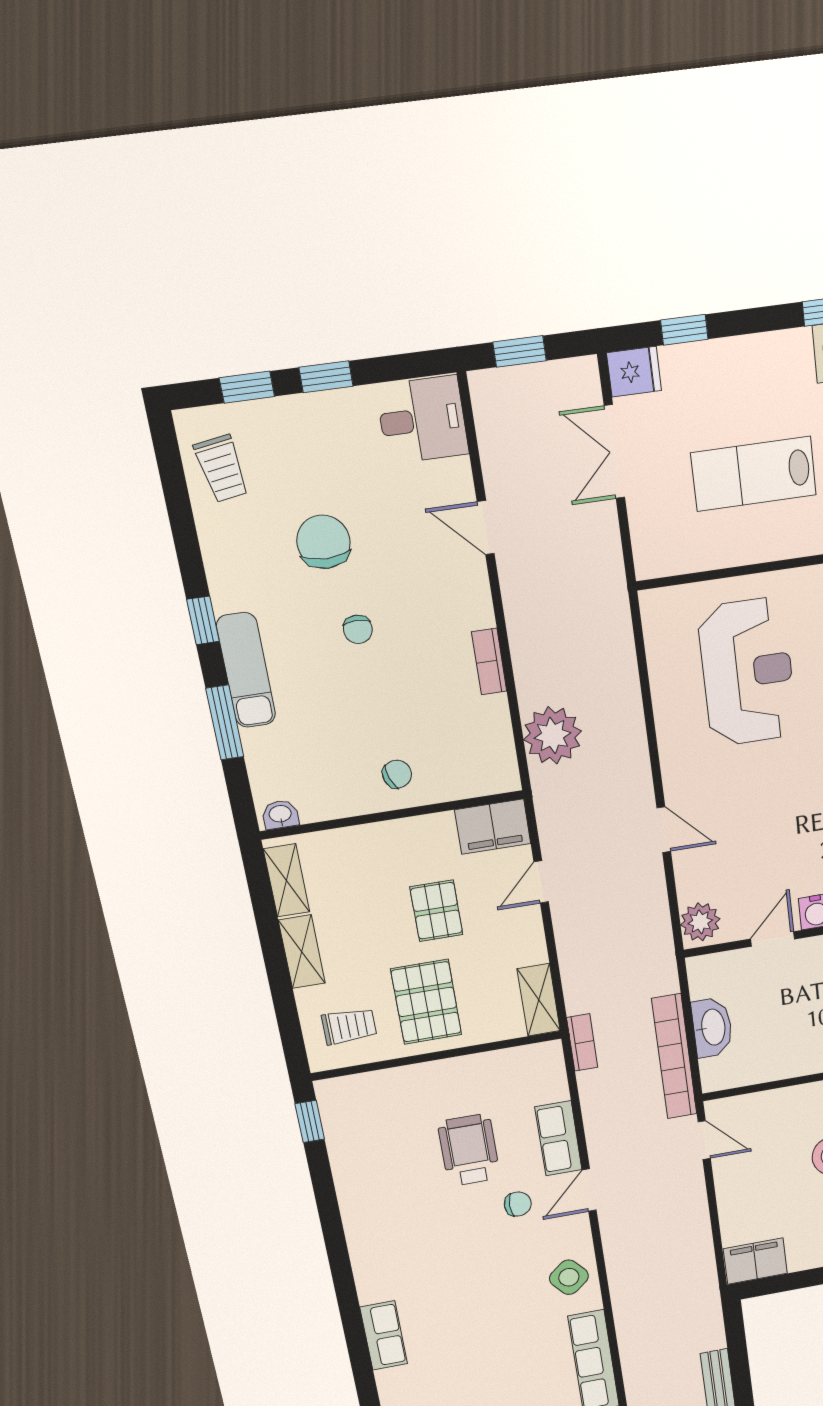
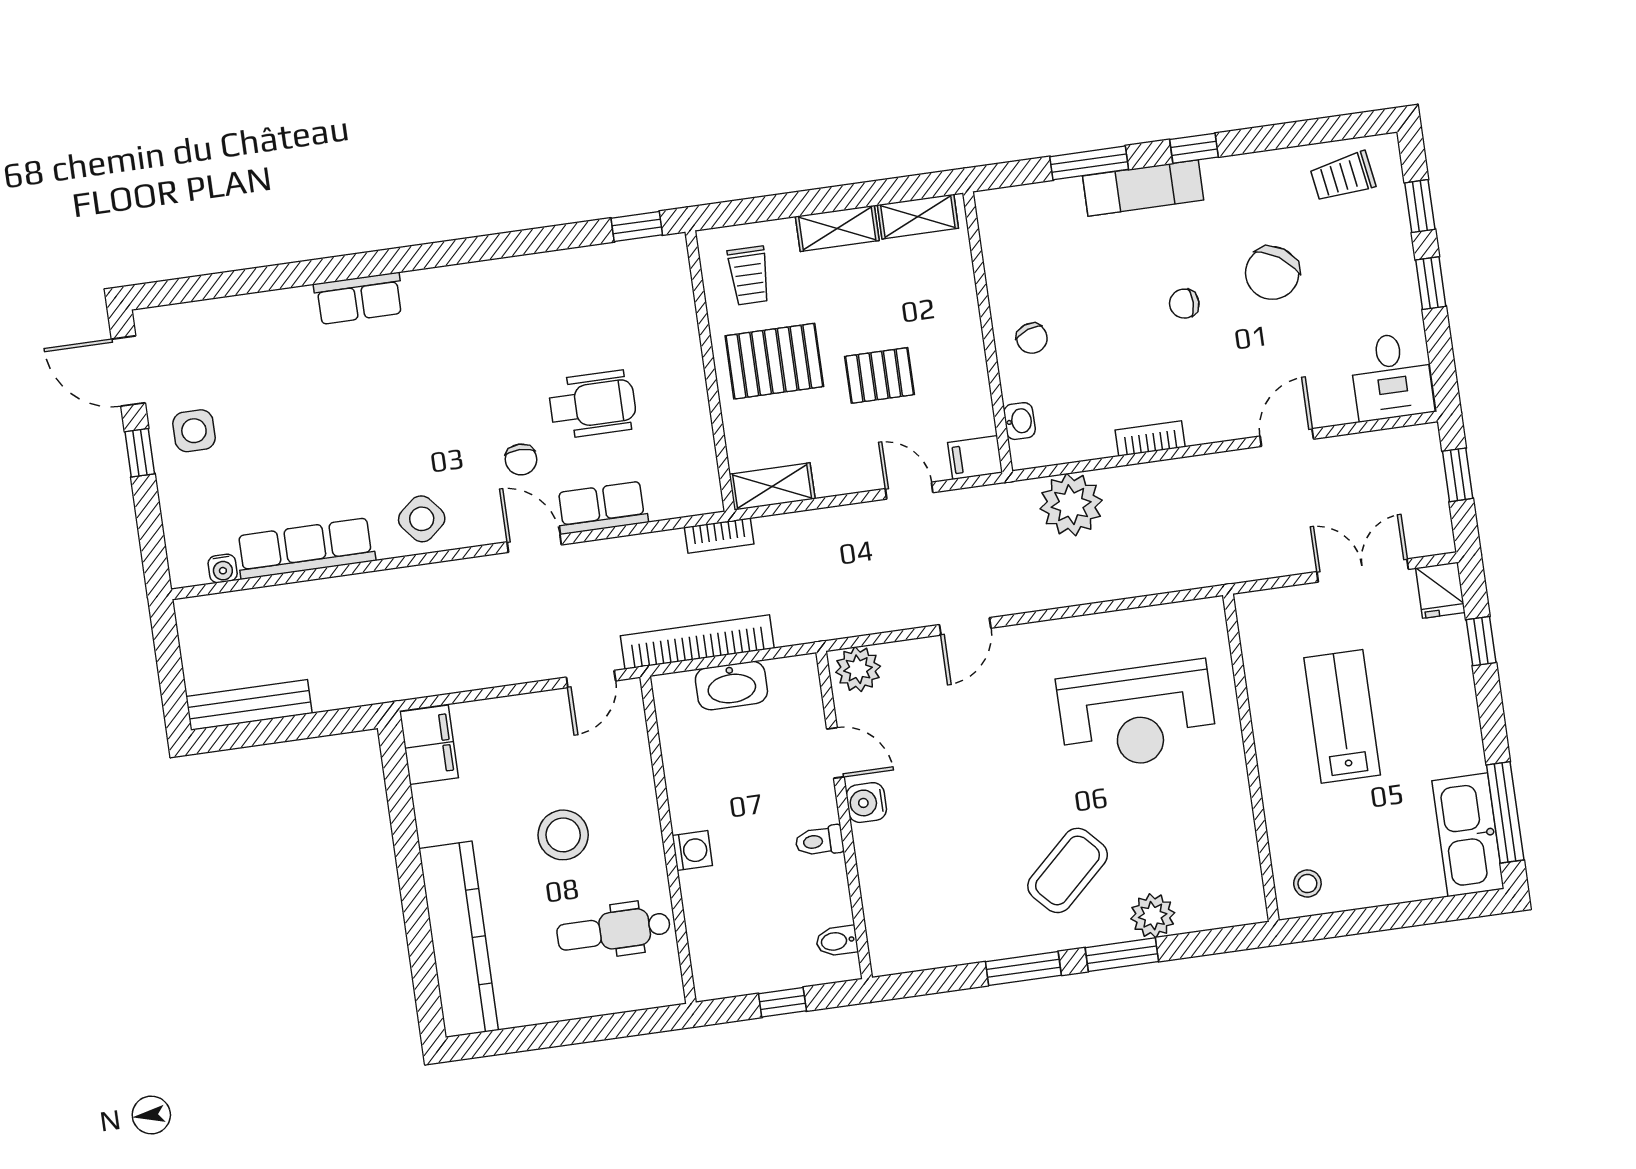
chair: (324, 542) -> (1272, 273), turned 124
washbasin: (280, 815) -> (1019, 421), moved
filing cabinet: (493, 827) -> (975, 458), width x0.50

